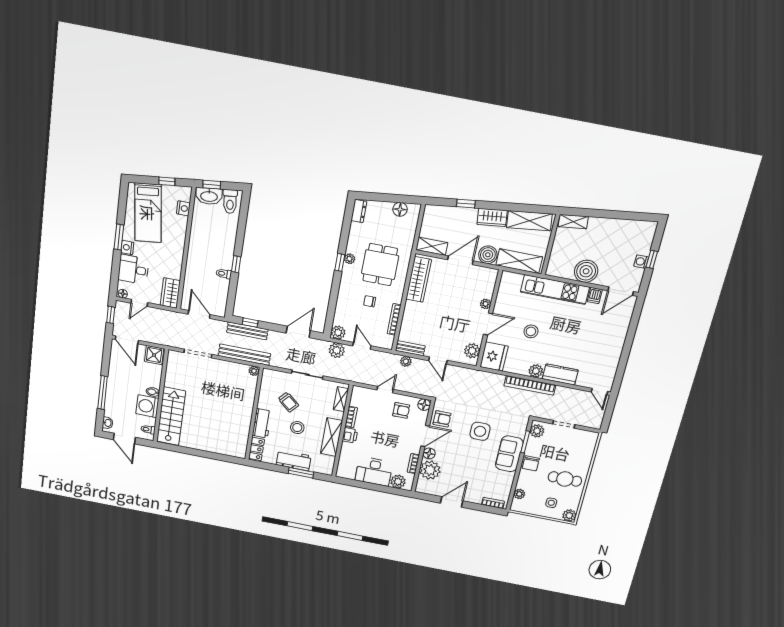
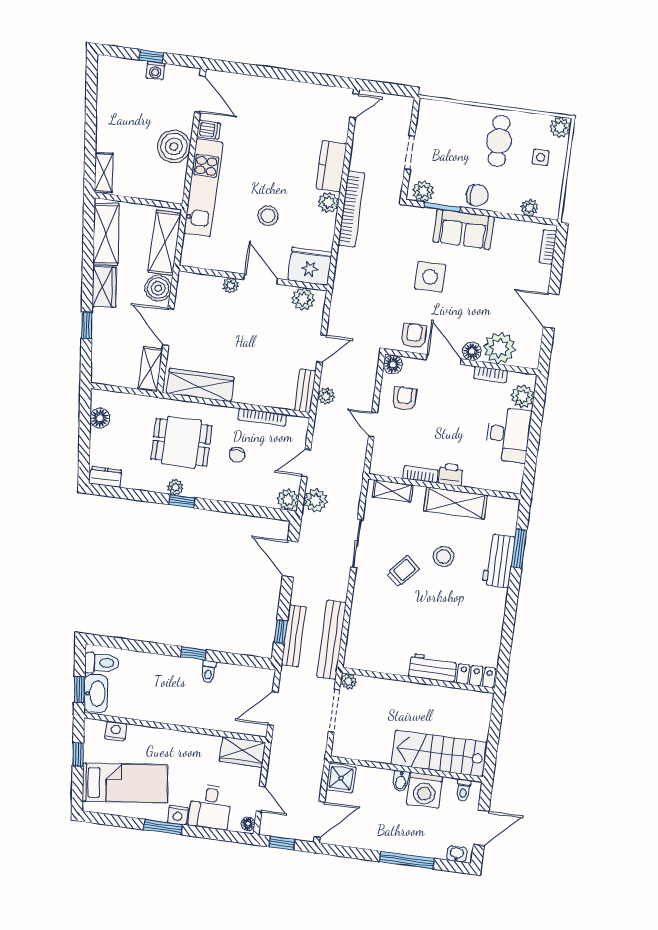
plant: (254, 371) -> (349, 681), moved
wall: (254, 414) -> (418, 680), moved
workbench: (262, 423) -> (433, 668), moved
locker: (256, 449) -> (476, 676), moved

